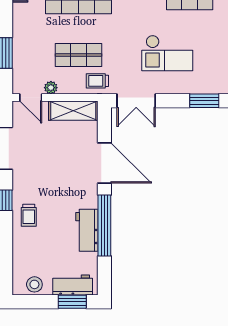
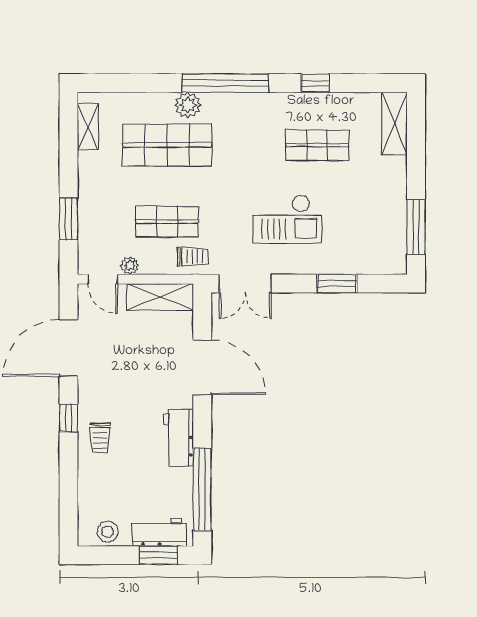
trolley: (97, 81) -> (193, 257), turned 180
window: (104, 226) -> (202, 489), moved
workbench: (87, 230) -> (179, 438), moved

